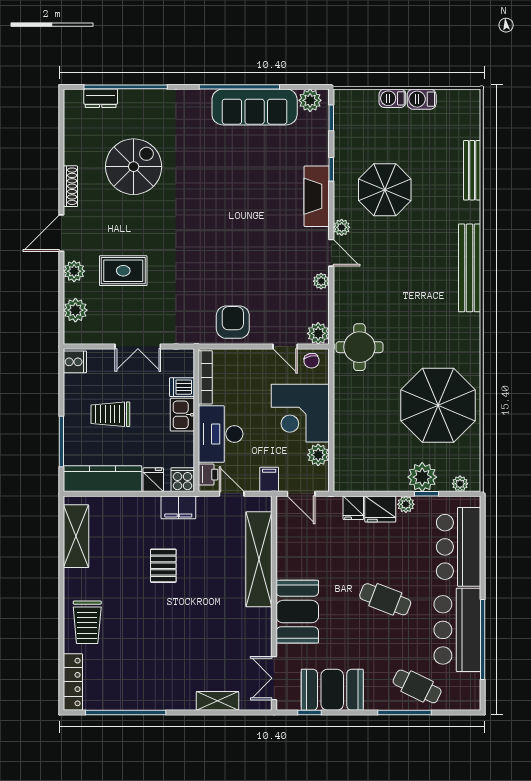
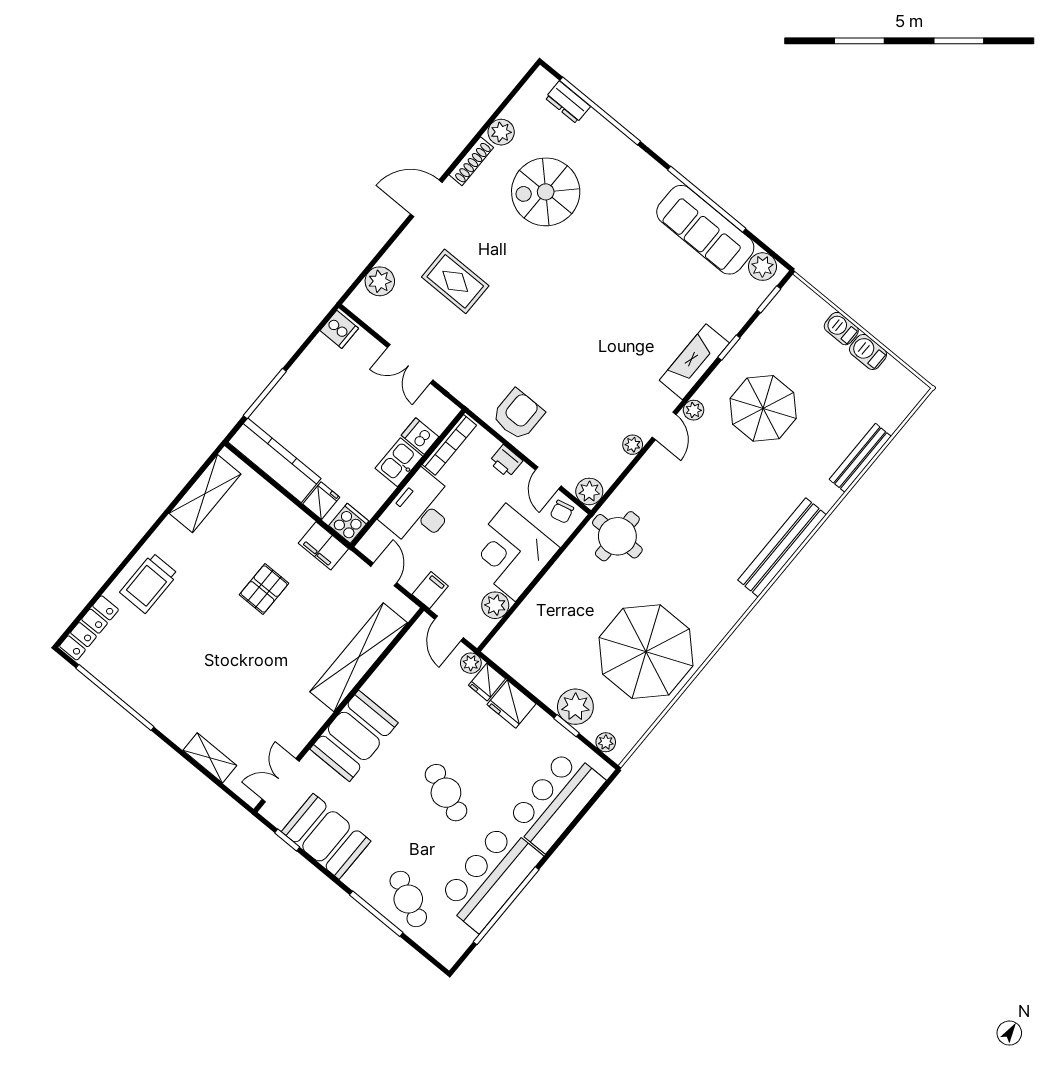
spiral stairs: (134, 167) -> (546, 192), turned 180
plant: (74, 271) -> (501, 132), moved
trolley: (110, 414) -> (332, 406), removed
printer: (208, 475) -> (506, 461), moved, turned 90
plant: (406, 504) -> (471, 663), moved

